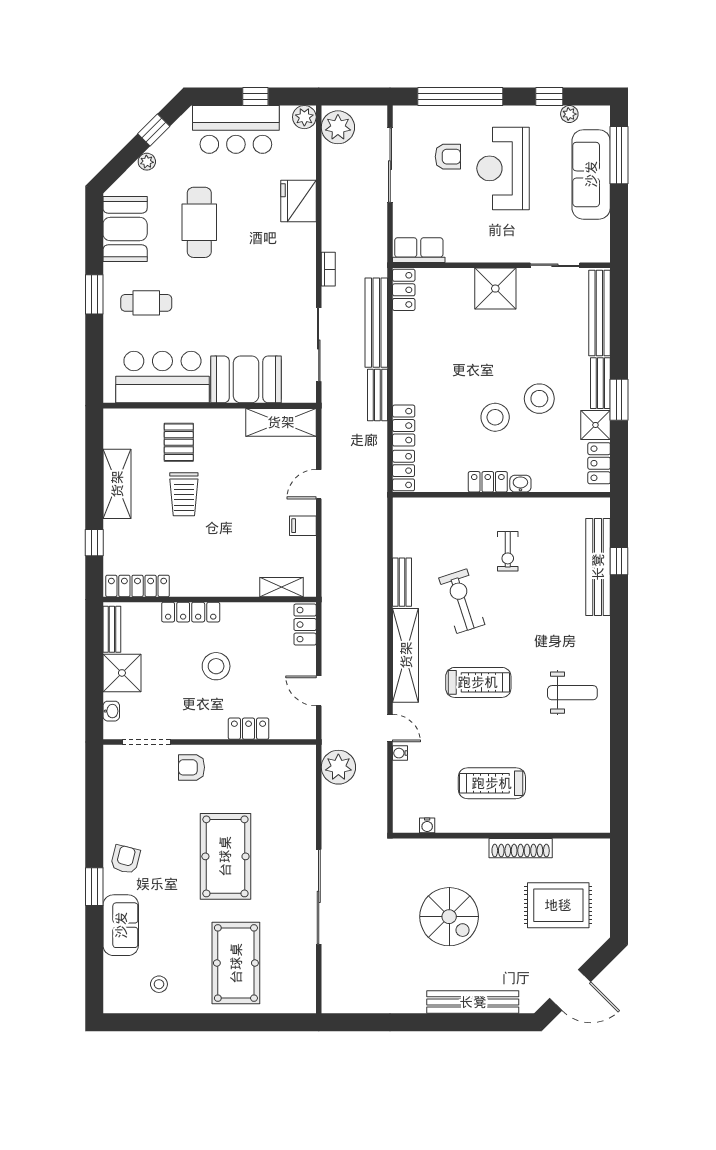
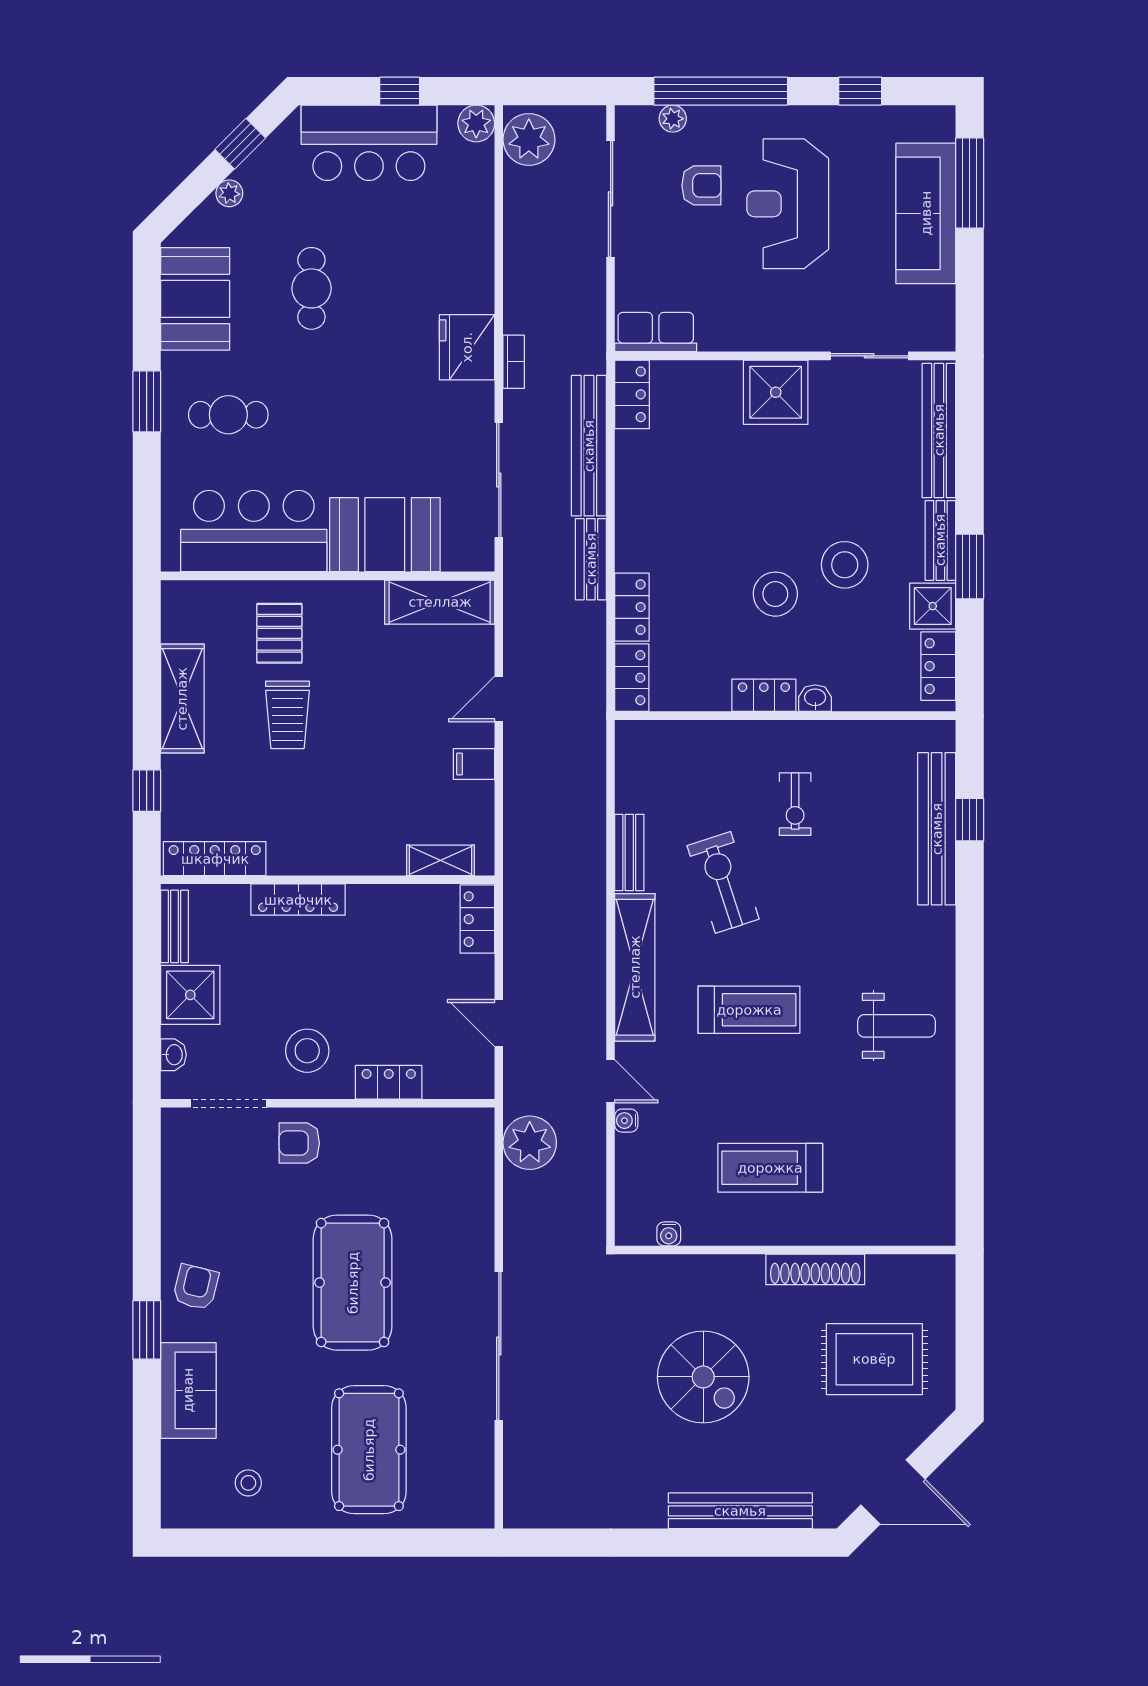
plant: (569, 114) -> (673, 119), moved
fridge: (298, 201) -> (467, 347), moved
cafe table: (199, 222) -> (311, 288), width x0.73, depth x0.74
stool: (216, 666) -> (307, 1051), moved

